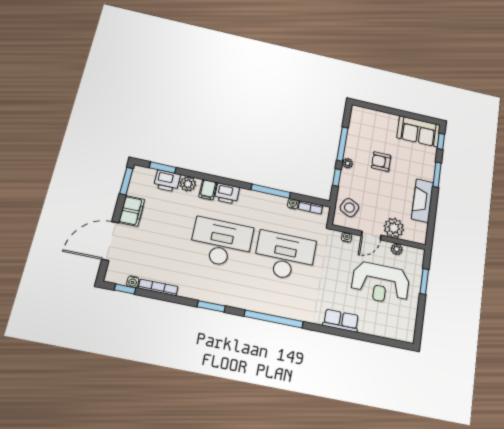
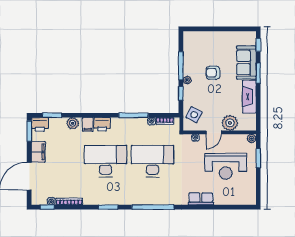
sofa: (419, 131) -> (246, 63), moved, turned 90
printer: (167, 181) -> (40, 124), moved
plant: (397, 249) -> (252, 139), moved

